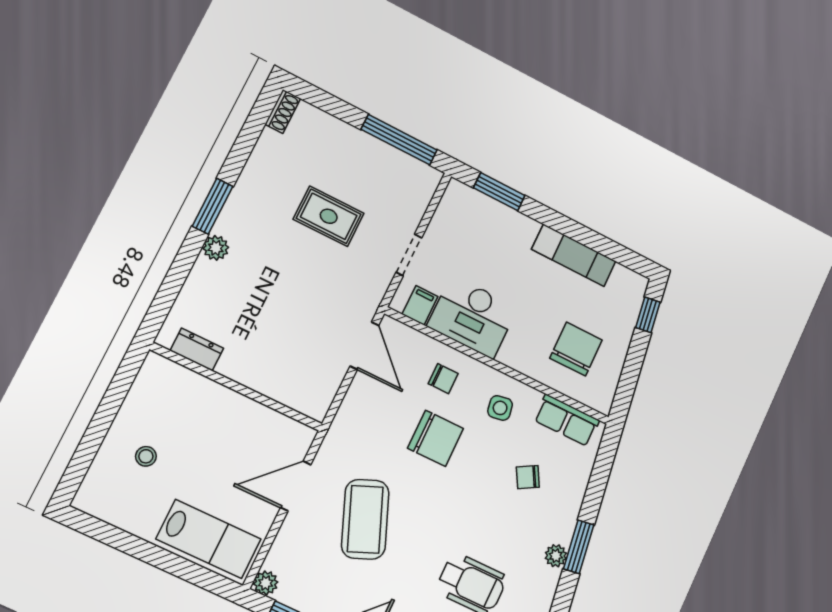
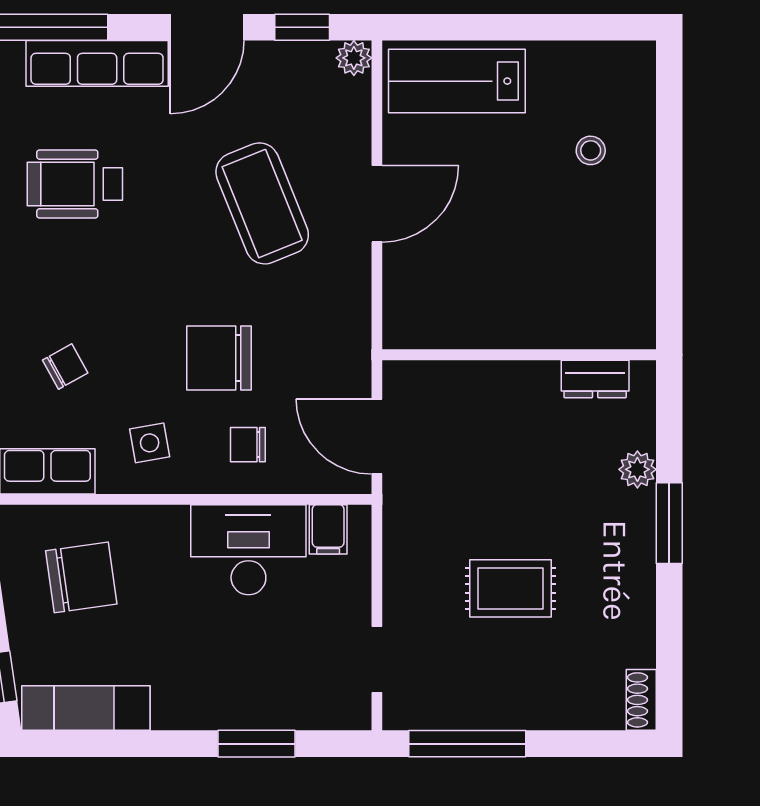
window: (499, 192) -> (256, 744), moved
doorway: (409, 255) -> (377, 659), moved
exam couch: (574, 255) -> (86, 708), moved
dresser: (197, 349) -> (595, 379), moved
chair: (576, 349) -> (81, 577), turned -98
wall: (237, 387) -> (519, 355), moved

